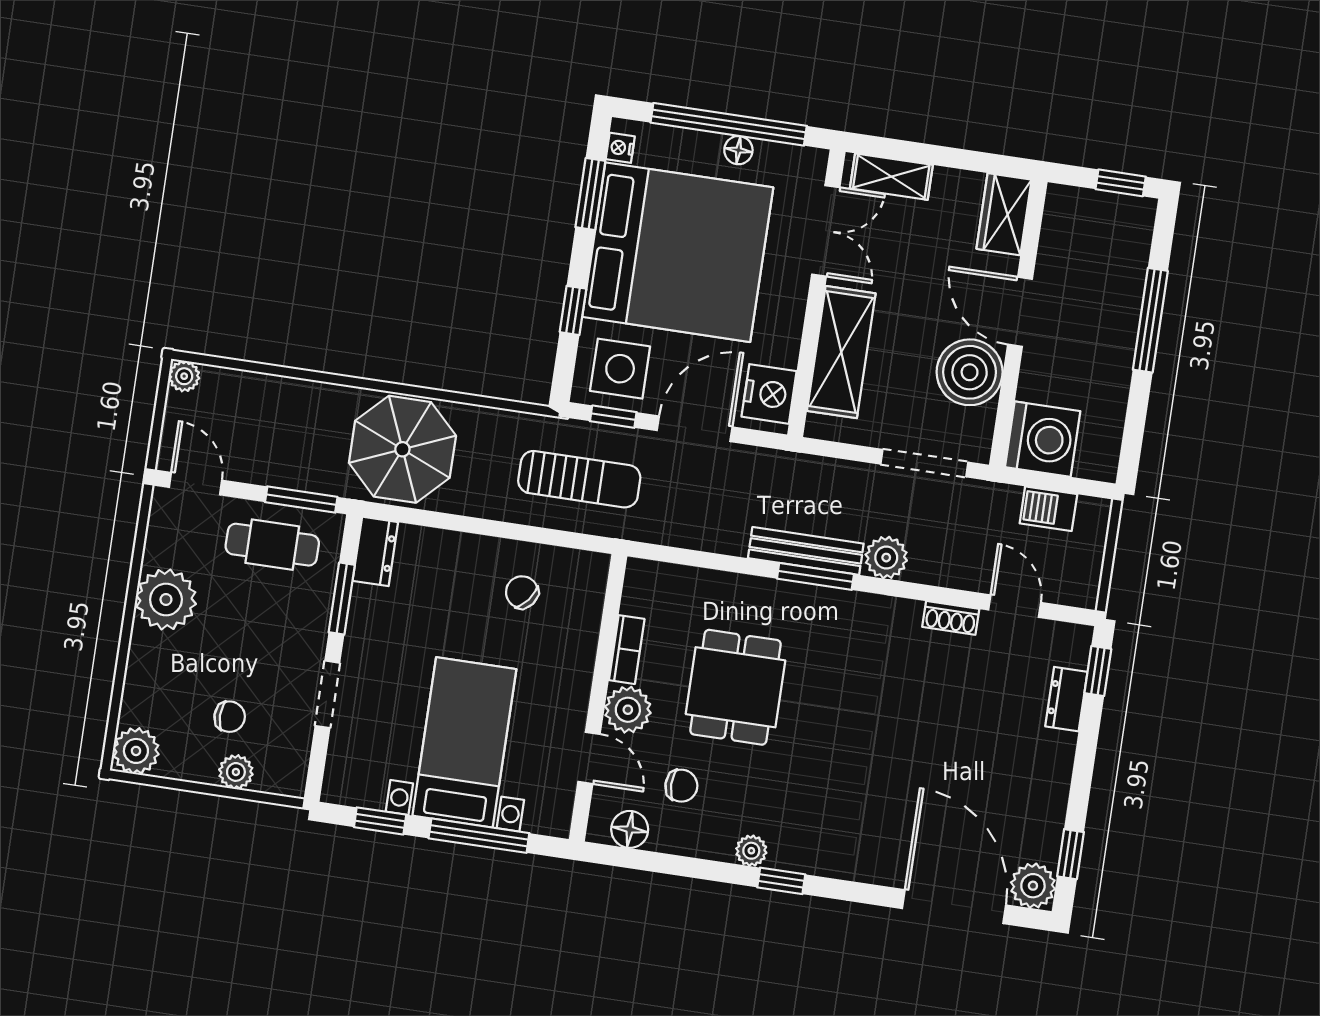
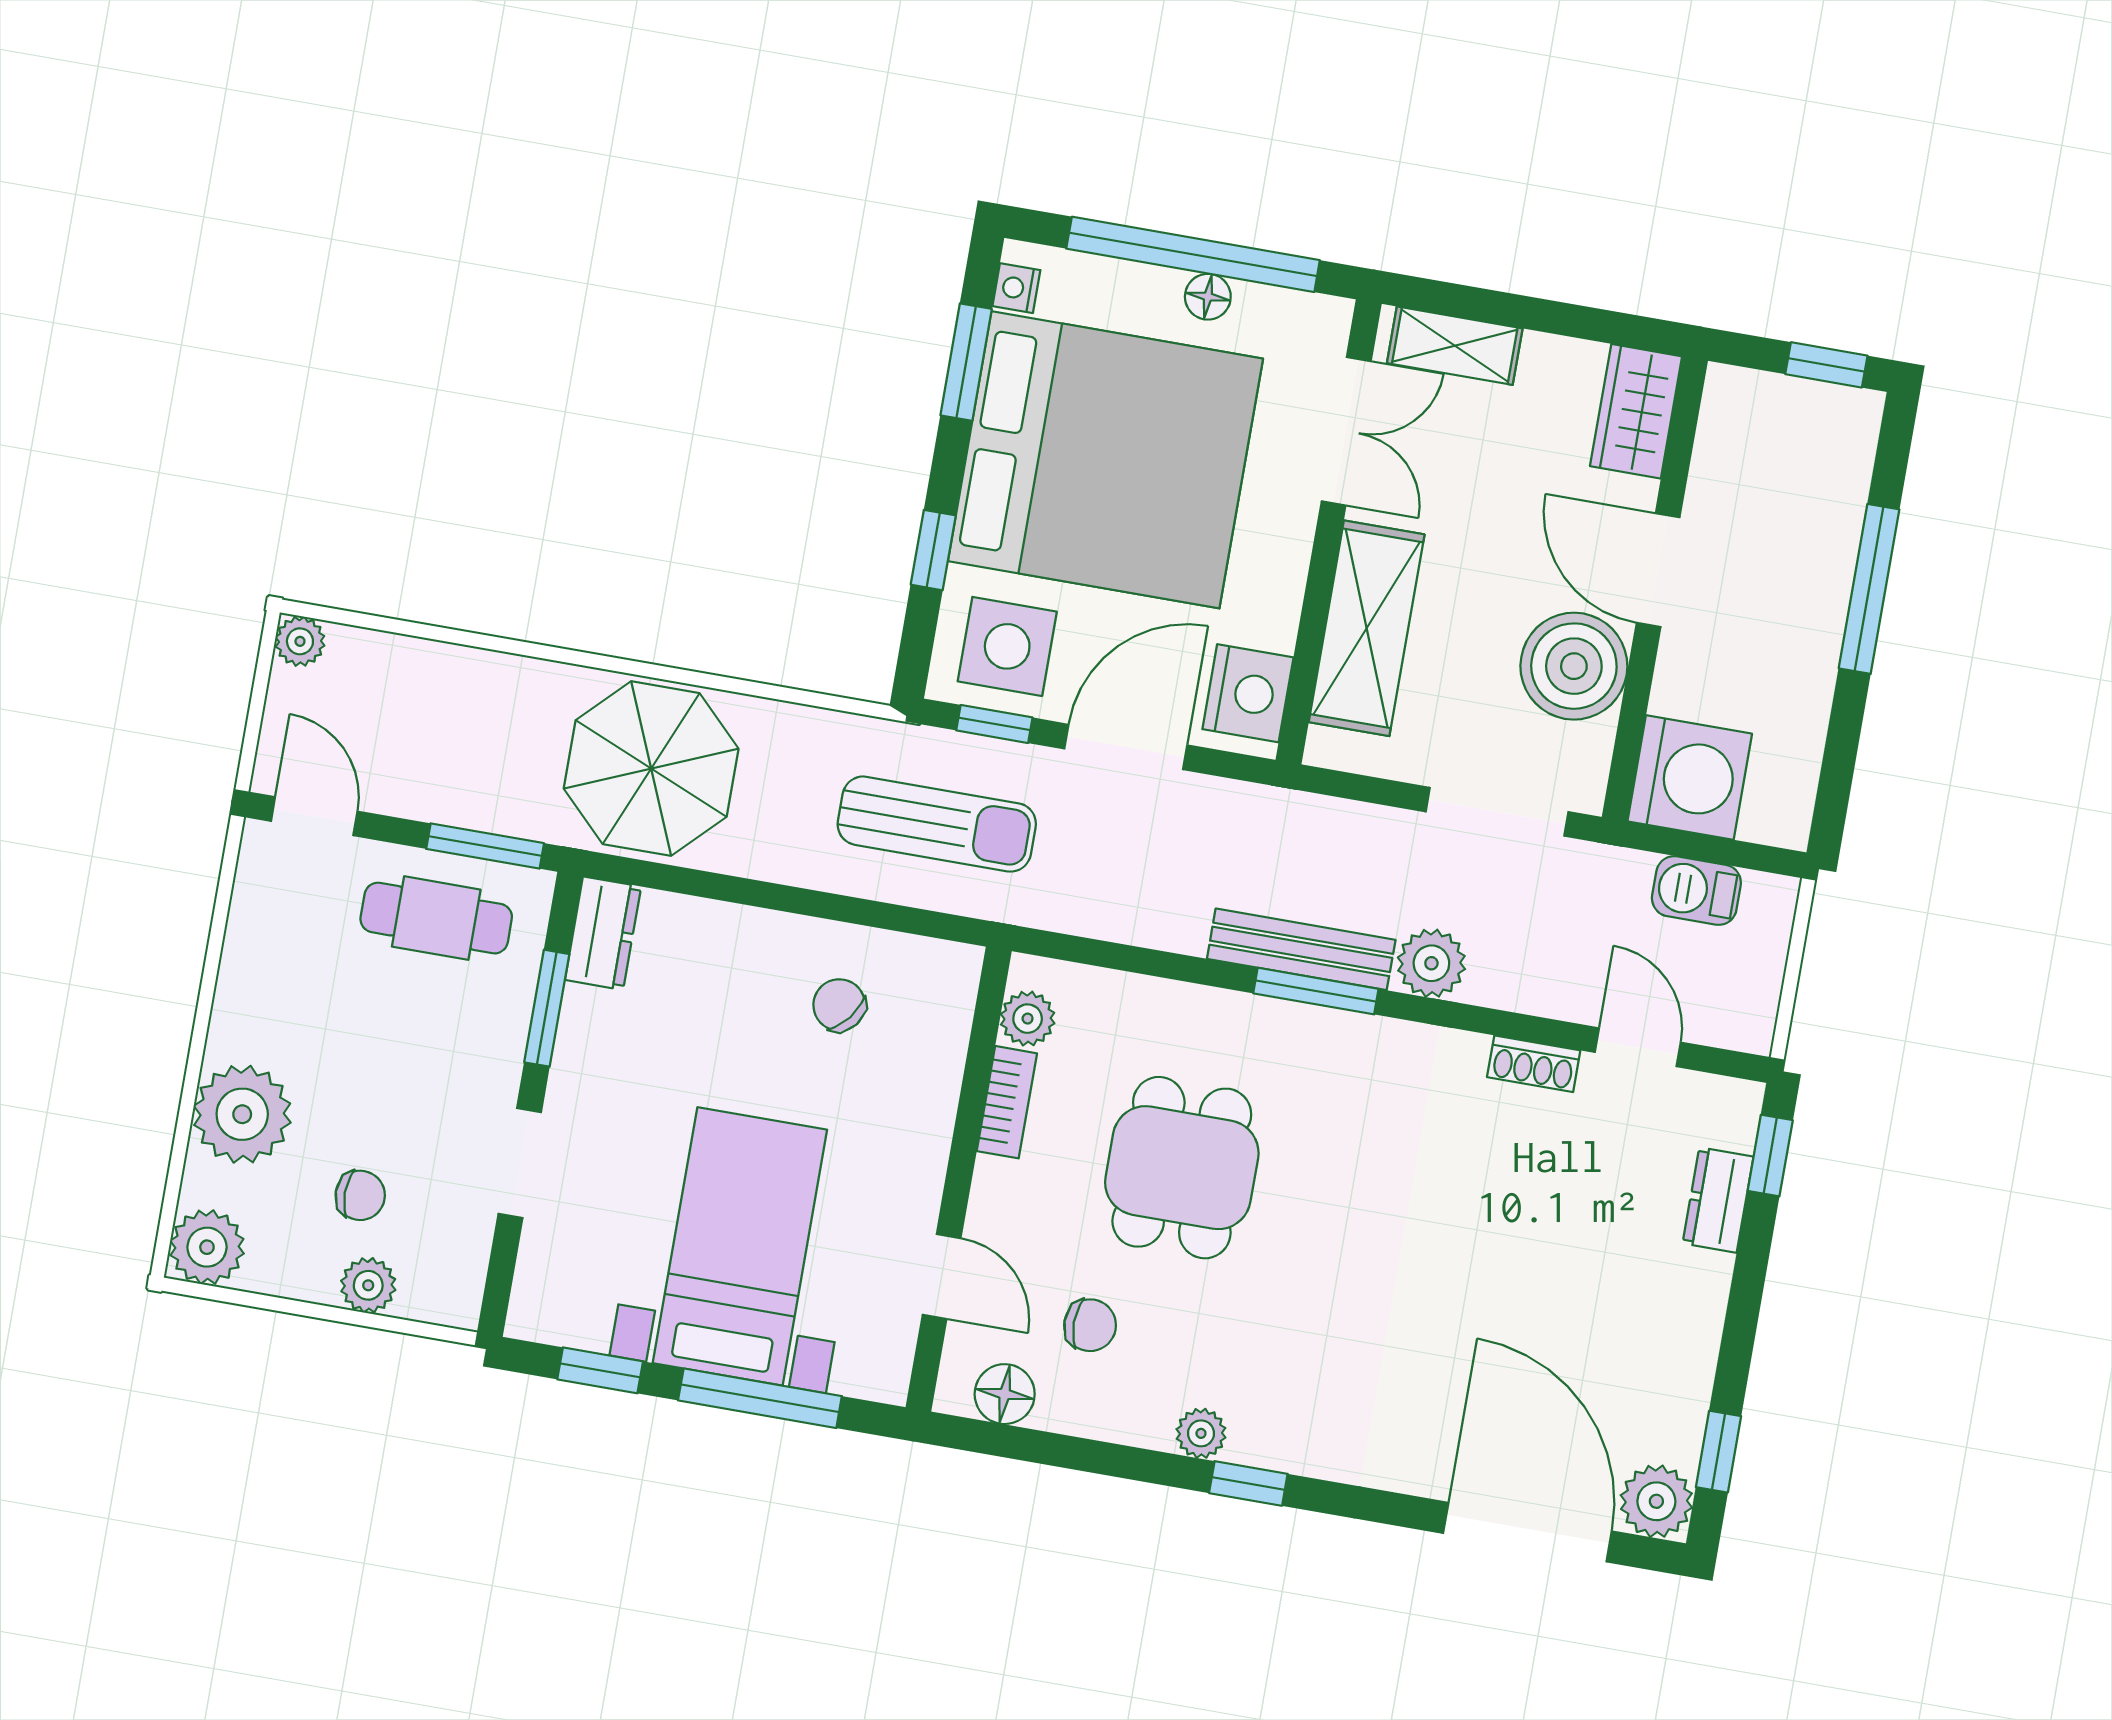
plant: (166, 600) -> (242, 1114), moved
plant: (628, 710) -> (1028, 1019), moved, width x0.73, depth x0.73

